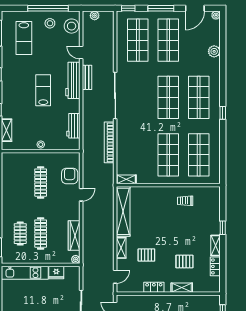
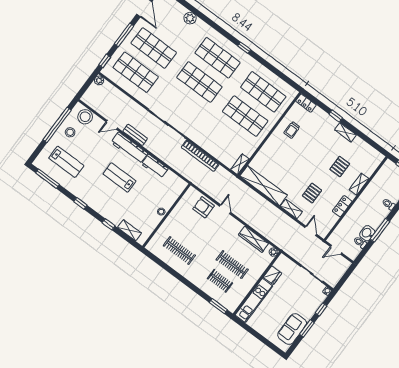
plant: (95, 16) -> (99, 80), moved
workbench: (73, 126) -> (155, 166), moved
clothes rail: (41, 183) -> (179, 251), moved
locker: (215, 266) -> (306, 103), moved

